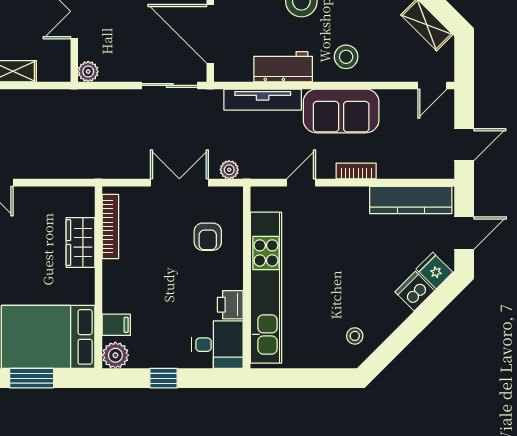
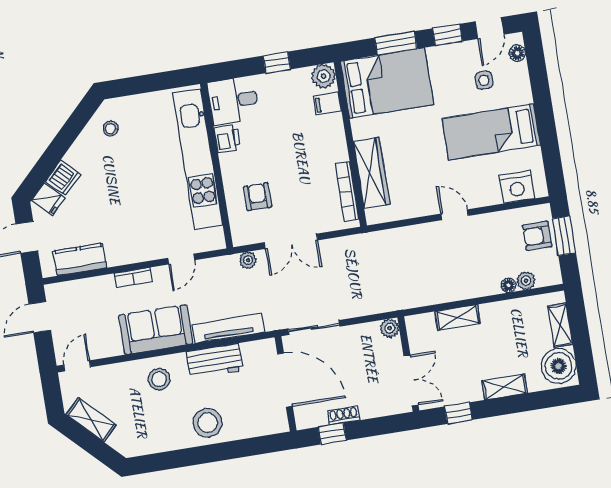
kitchen counter: (411, 200) -> (80, 259), width x0.67
wardrobe: (80, 243) -> (372, 173), width x1.50

